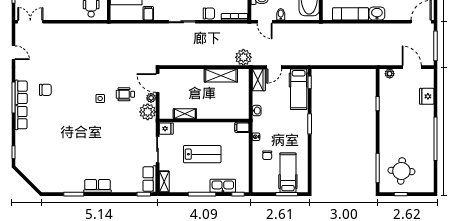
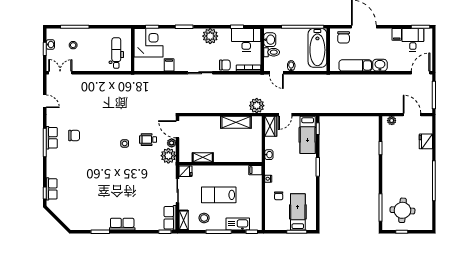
row of seats: (21, 118) -> (52, 189), moved
lab bench: (202, 154) -> (219, 195), turned 180
stool: (186, 179) -> (204, 218), added

